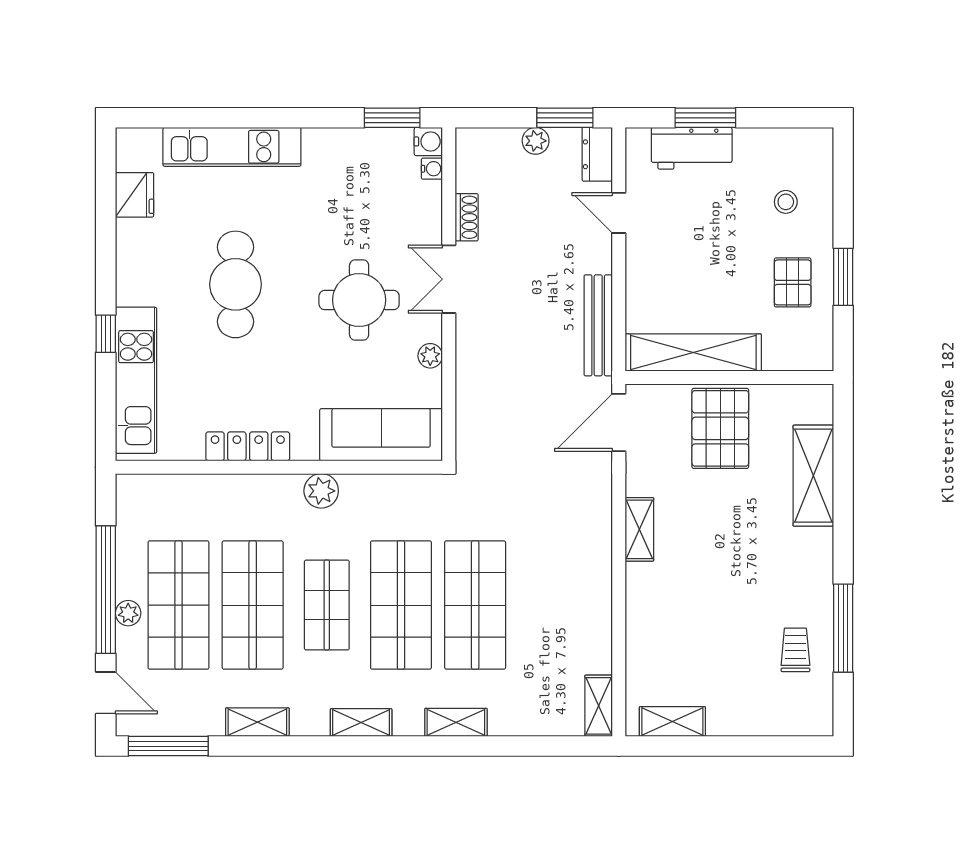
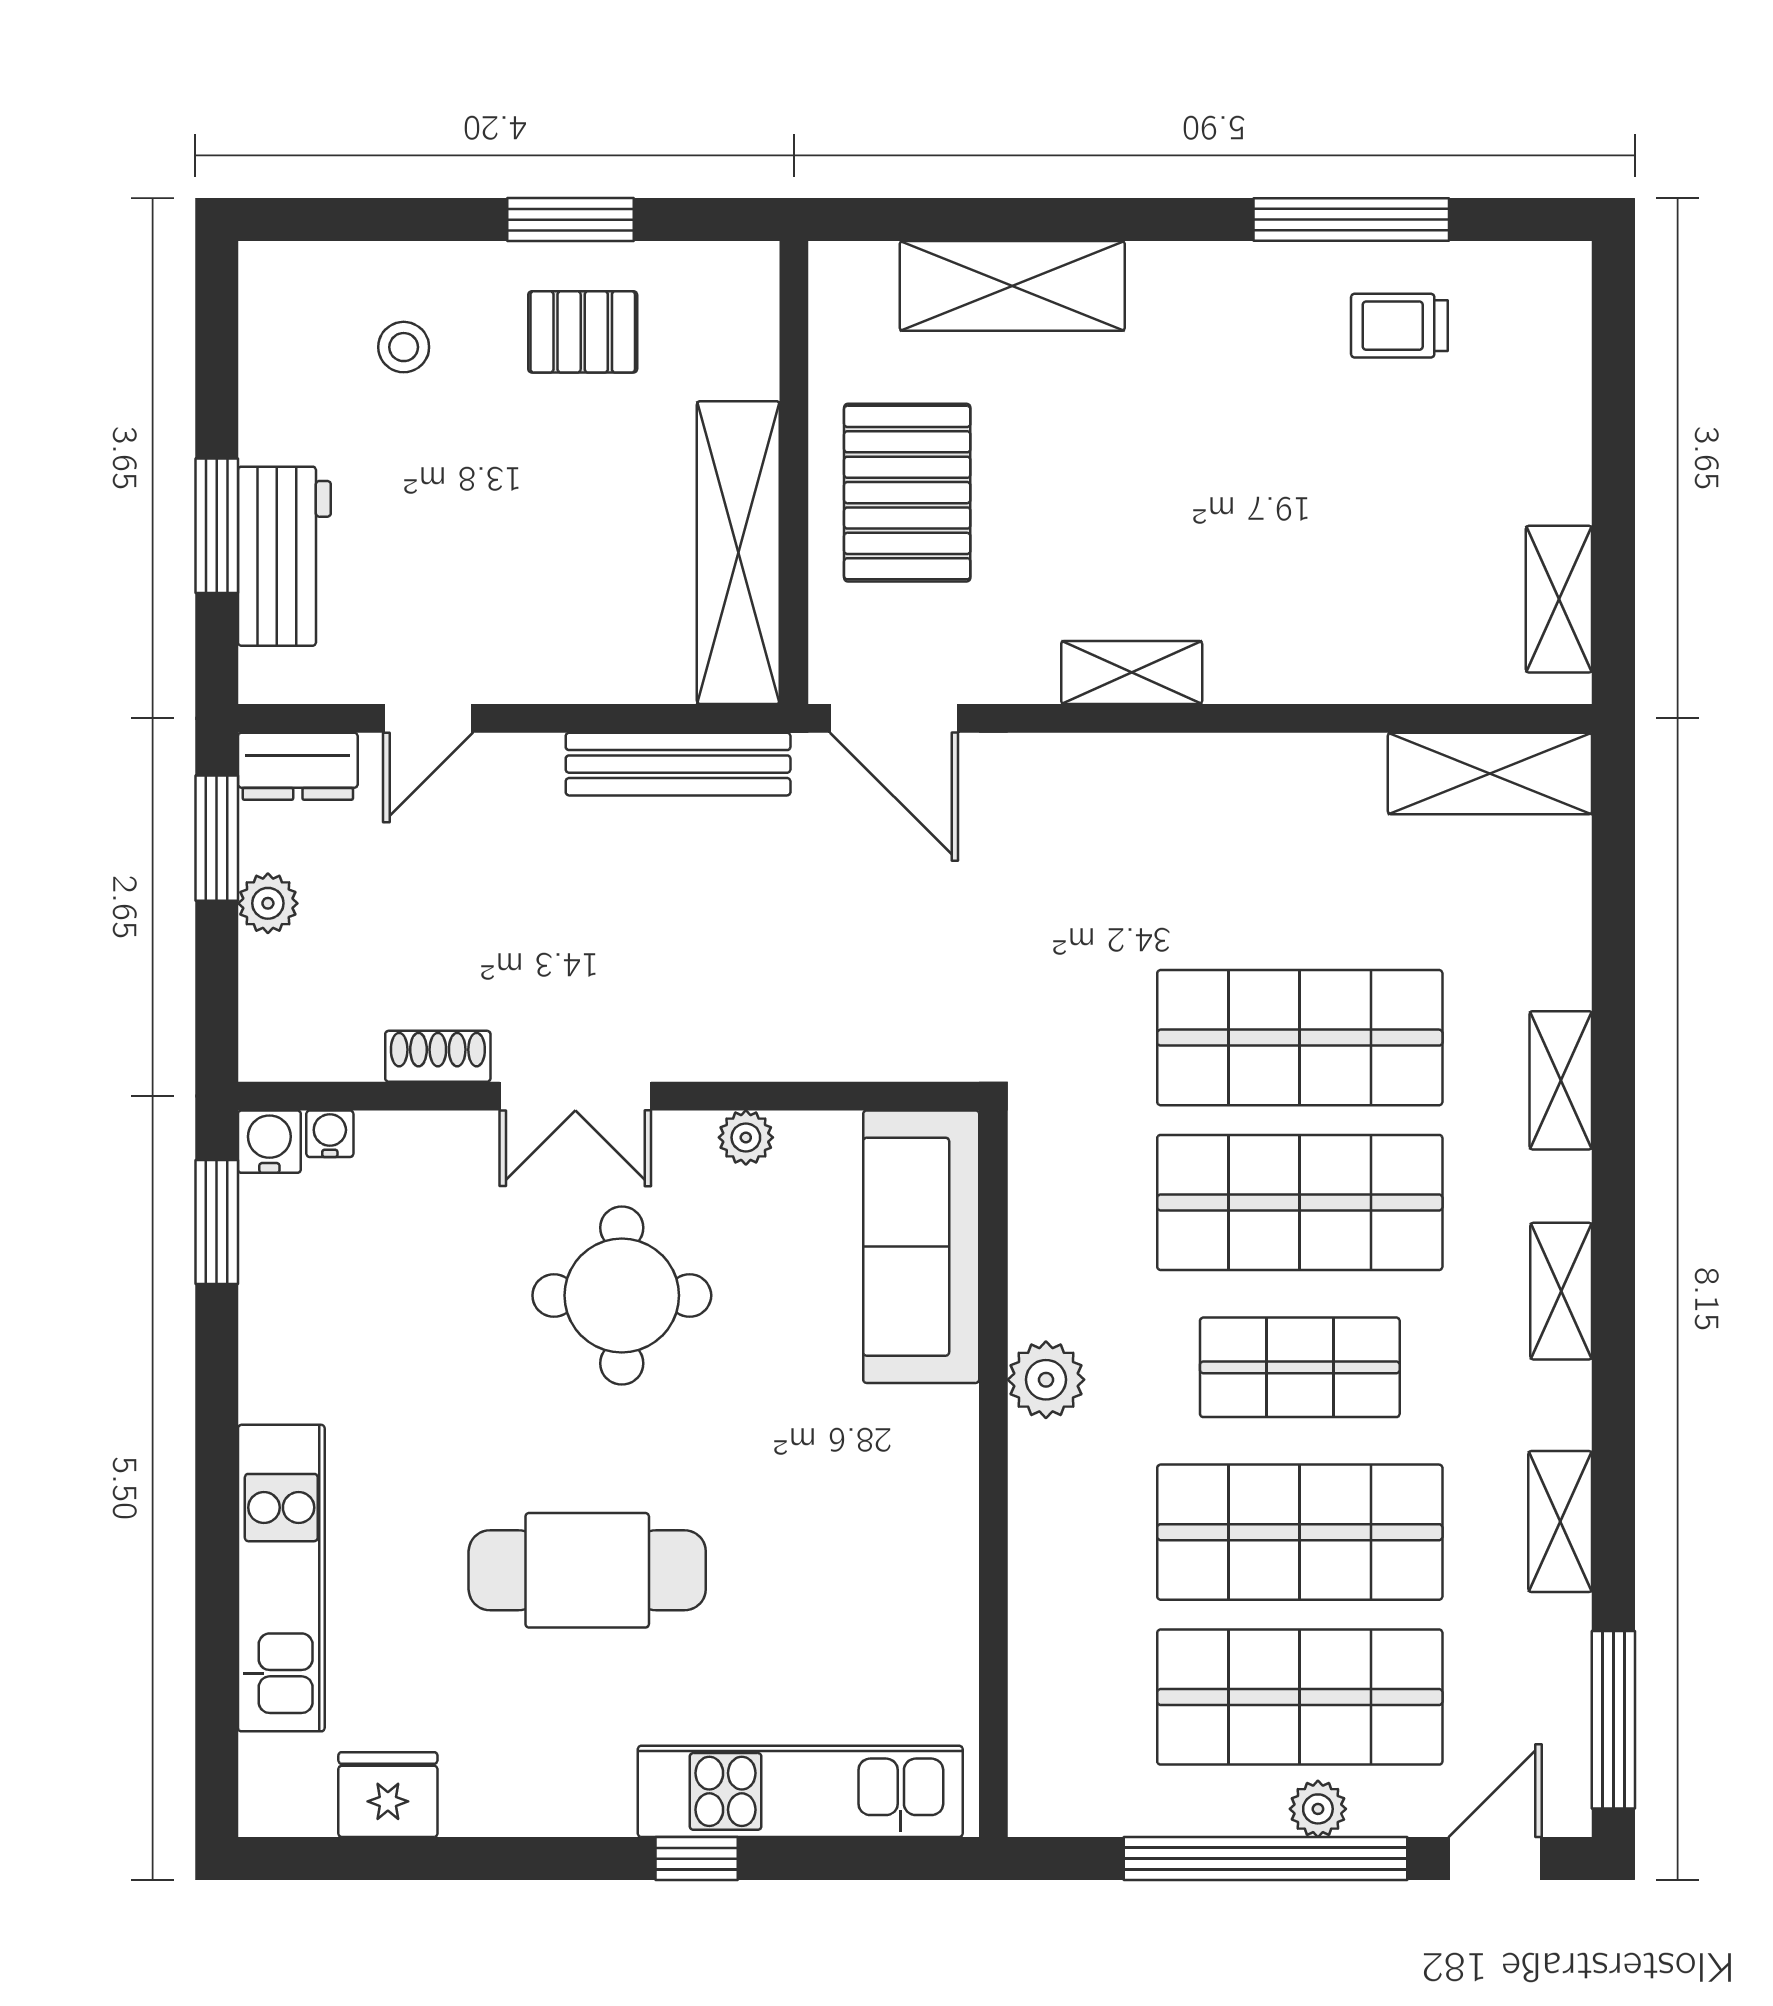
pallet: (720, 428) -> (907, 493), turned 90
locker: (248, 446) -> (947, 1543), removed
shelving: (599, 706) -> (1490, 773), width x1.50, depth x1.33

